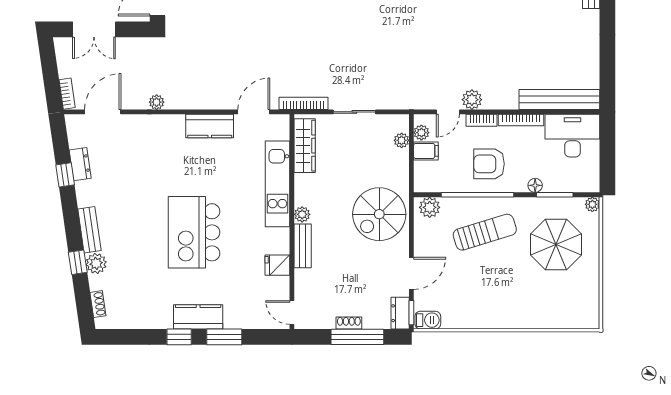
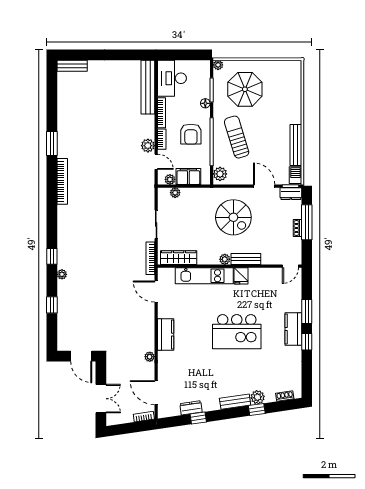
kitchen counter: (210, 126) -> (166, 335), moved
filing cabinet: (426, 151) -> (188, 176), width x2.00
spiral stairs: (379, 214) -> (233, 217), moved
fridge: (277, 265) -> (241, 276), moved
bench: (473, 321) -> (296, 145), added

